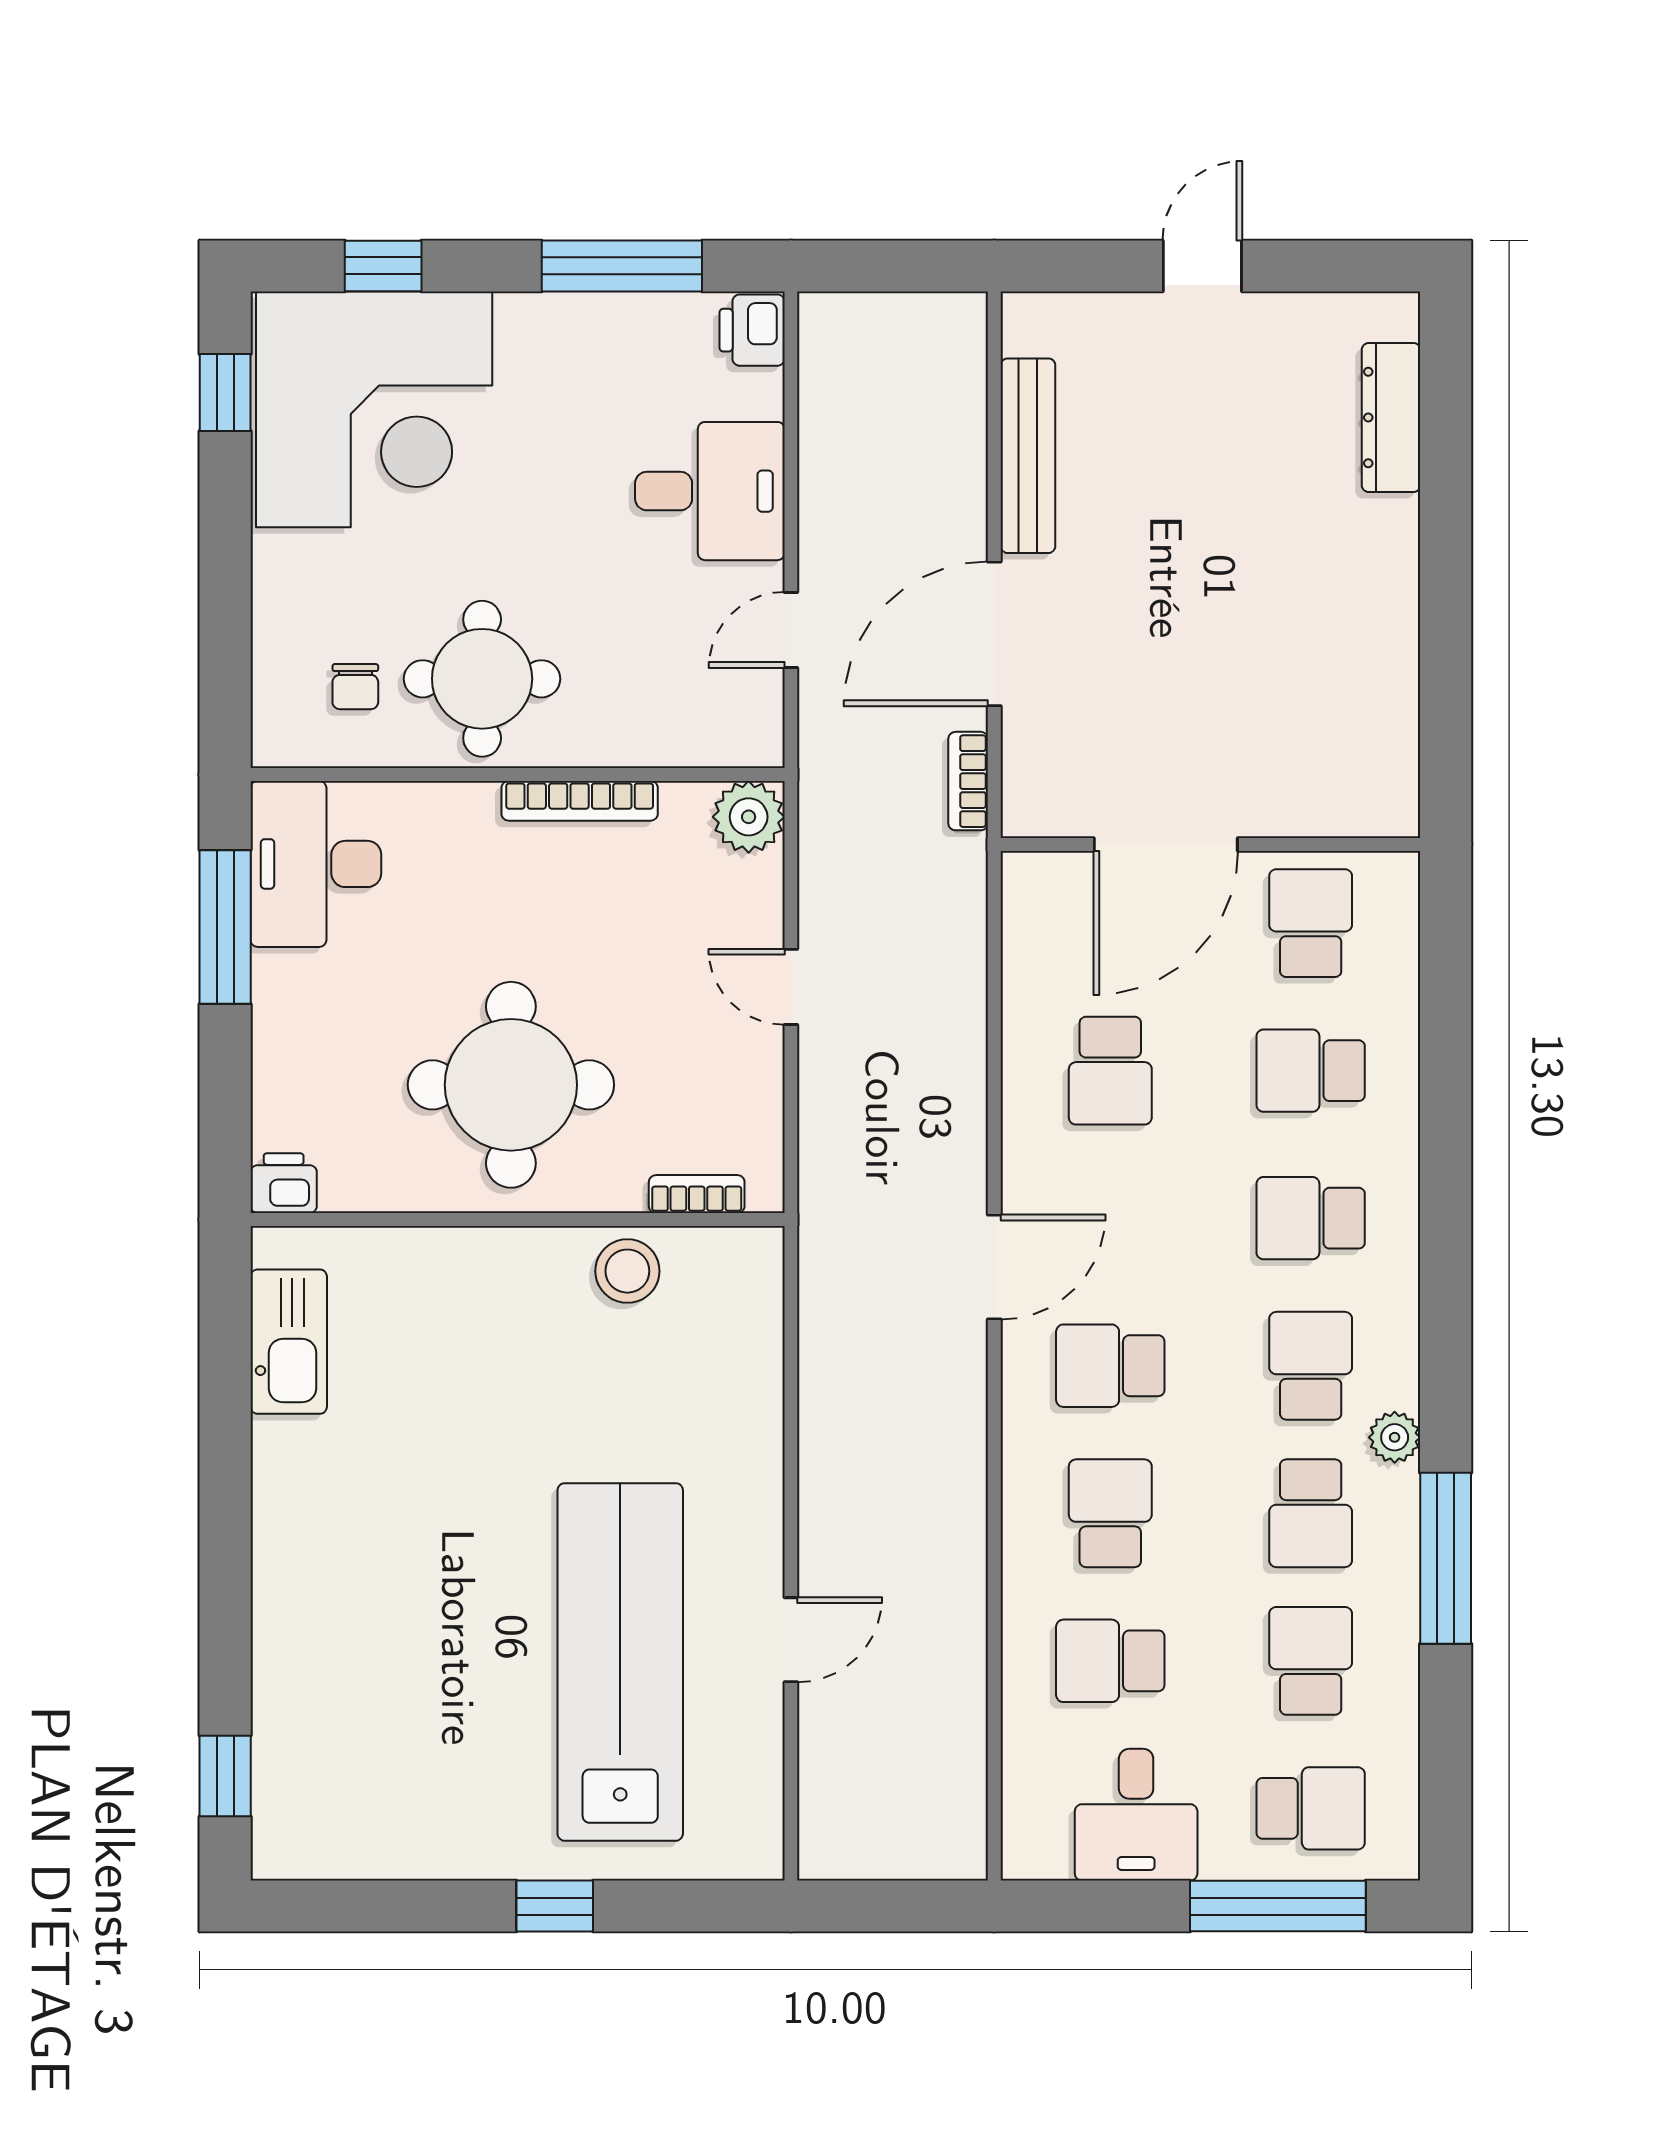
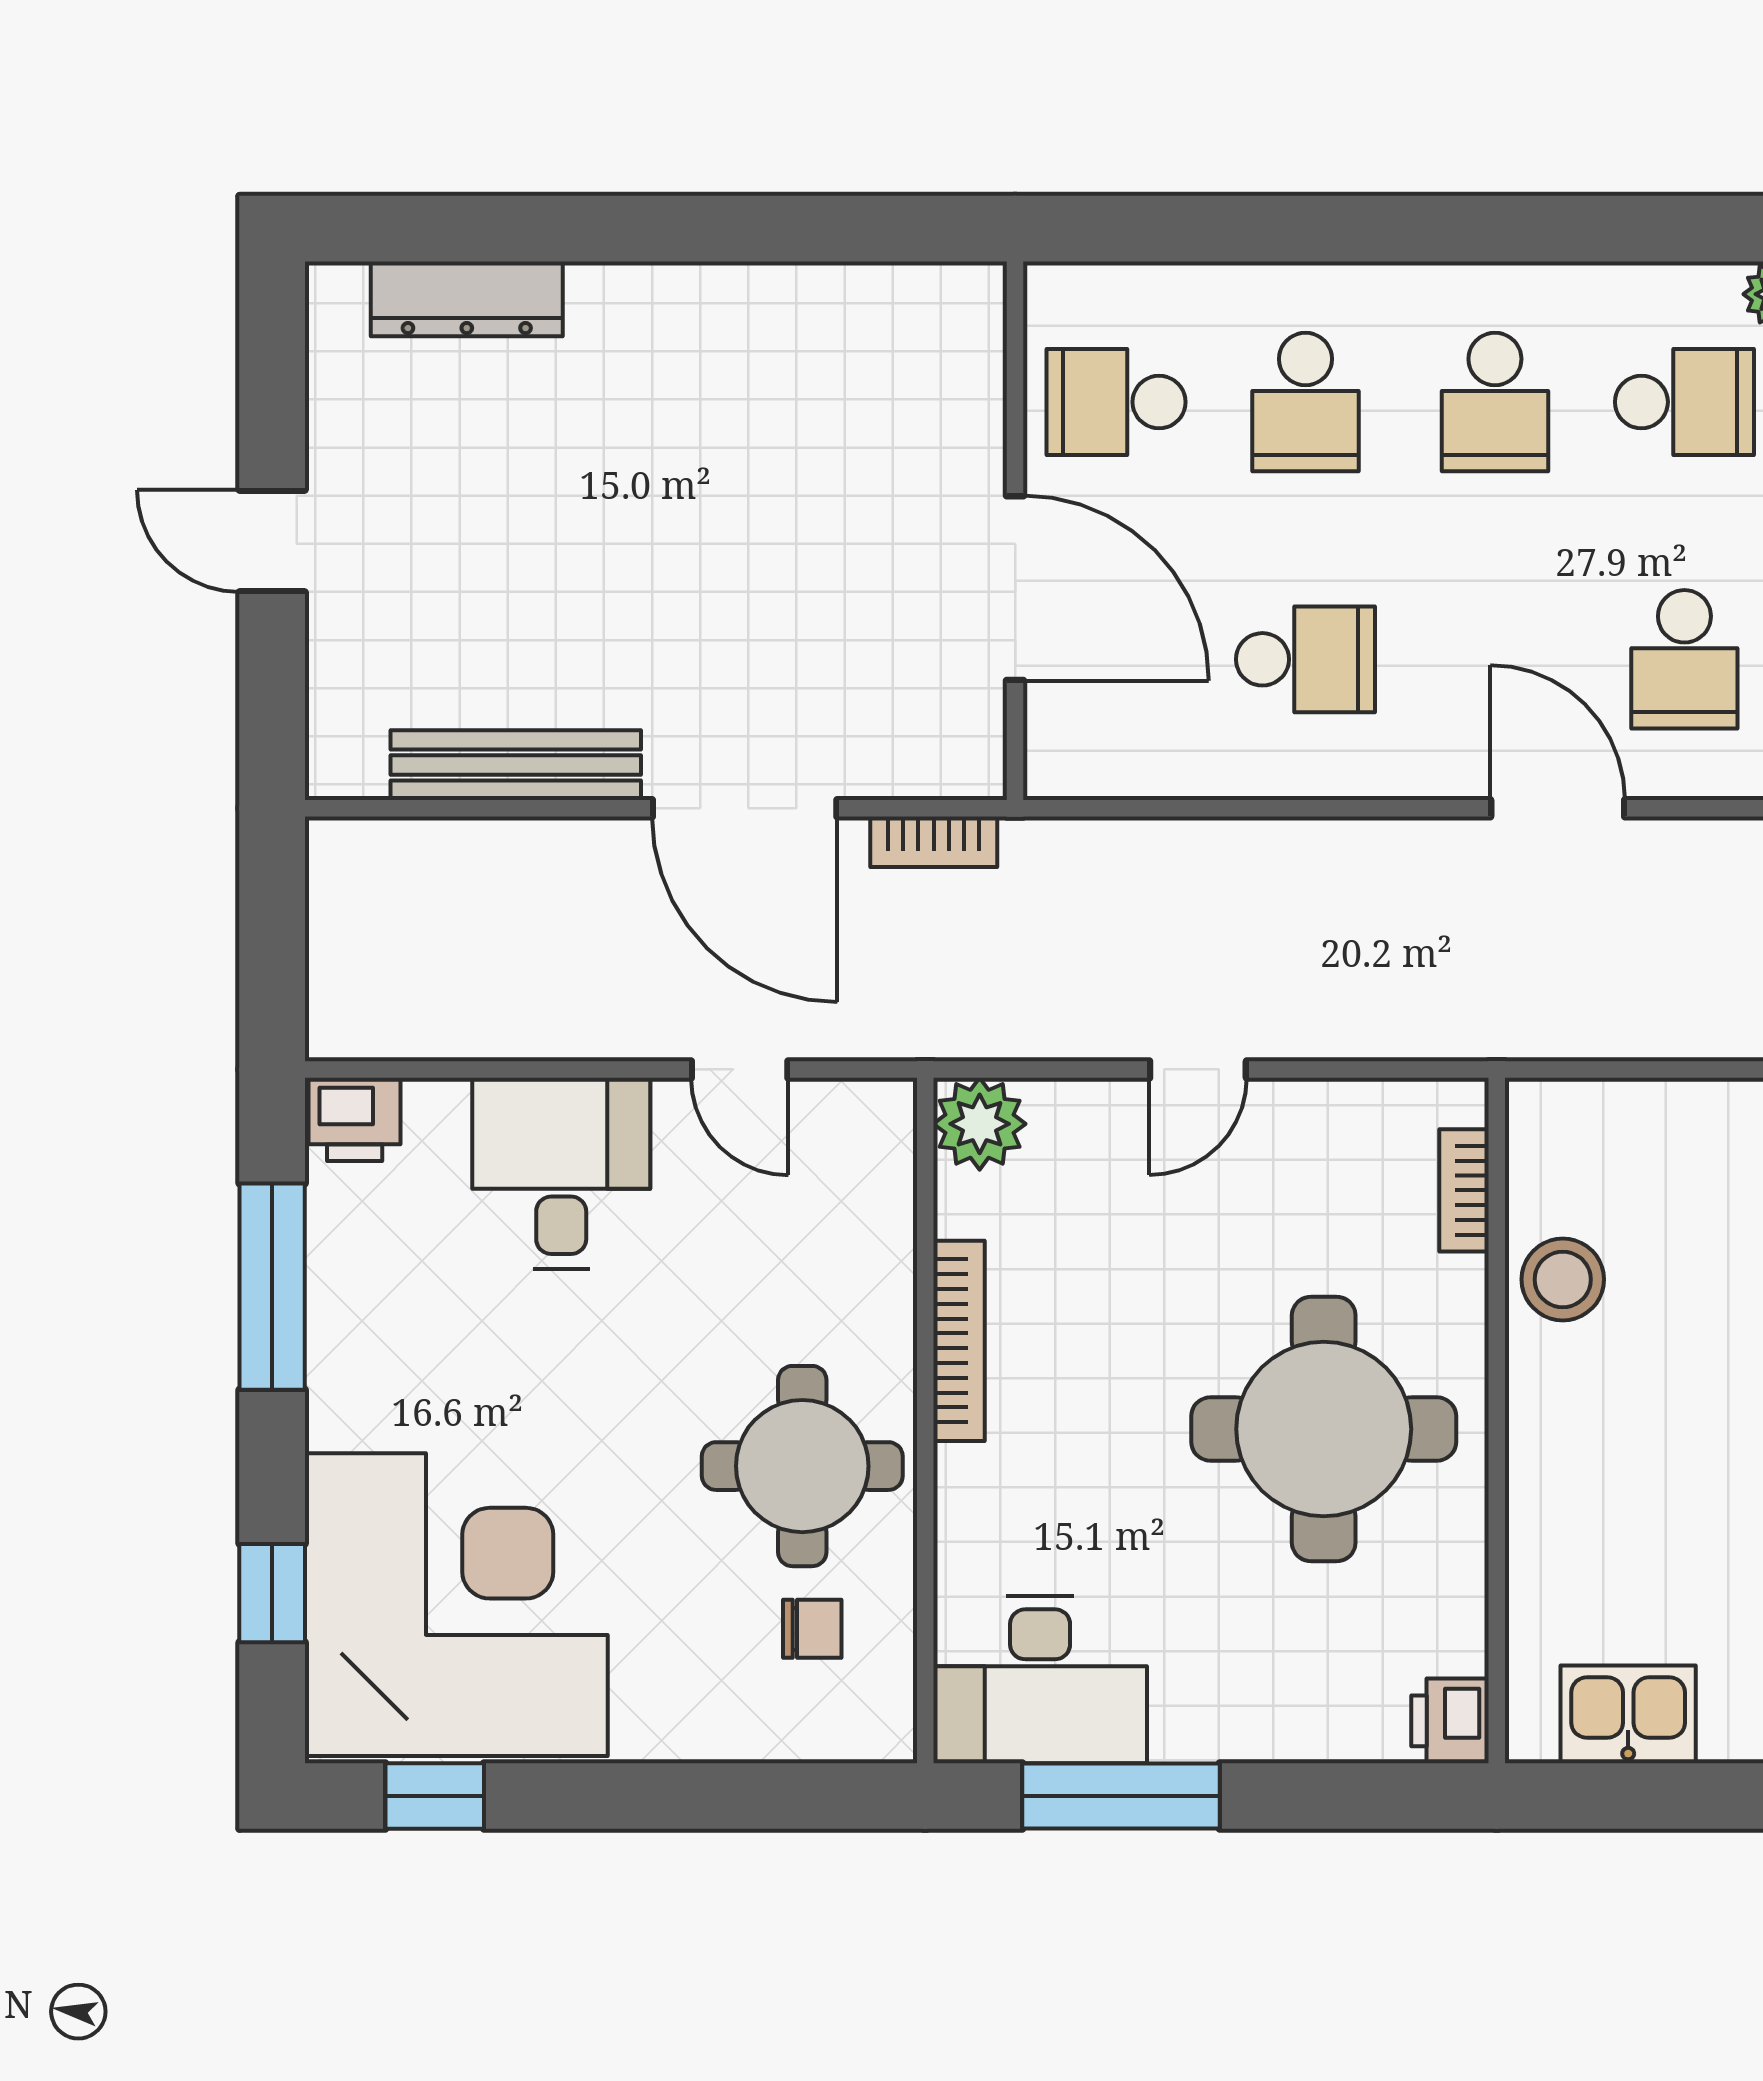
kitchen sink: (289, 1342) -> (1628, 1714), width x0.73
school desk: (1311, 1366) -> (1684, 402), turned 180

